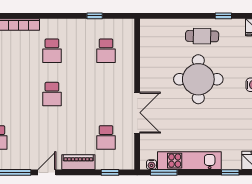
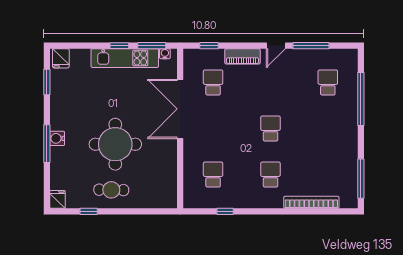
double door: (137, 113) -> (180, 109), width x1.36
window: (230, 172) -> (119, 46), moved

